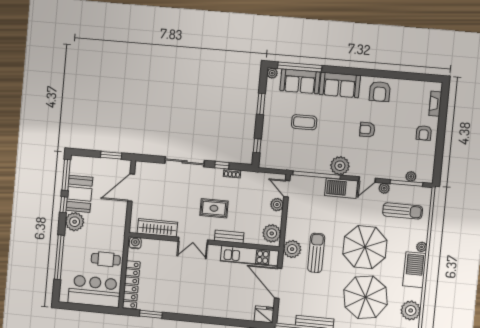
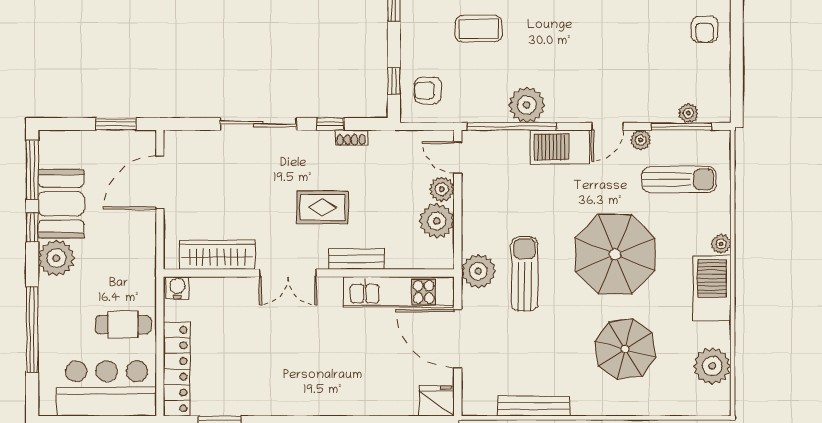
armchair: (367, 130) -> (428, 90), moved
plant: (340, 166) -> (527, 105), moved
plant: (272, 233) -> (437, 221), moved
parasol: (365, 297) -> (625, 349), width x0.73, depth x0.73

